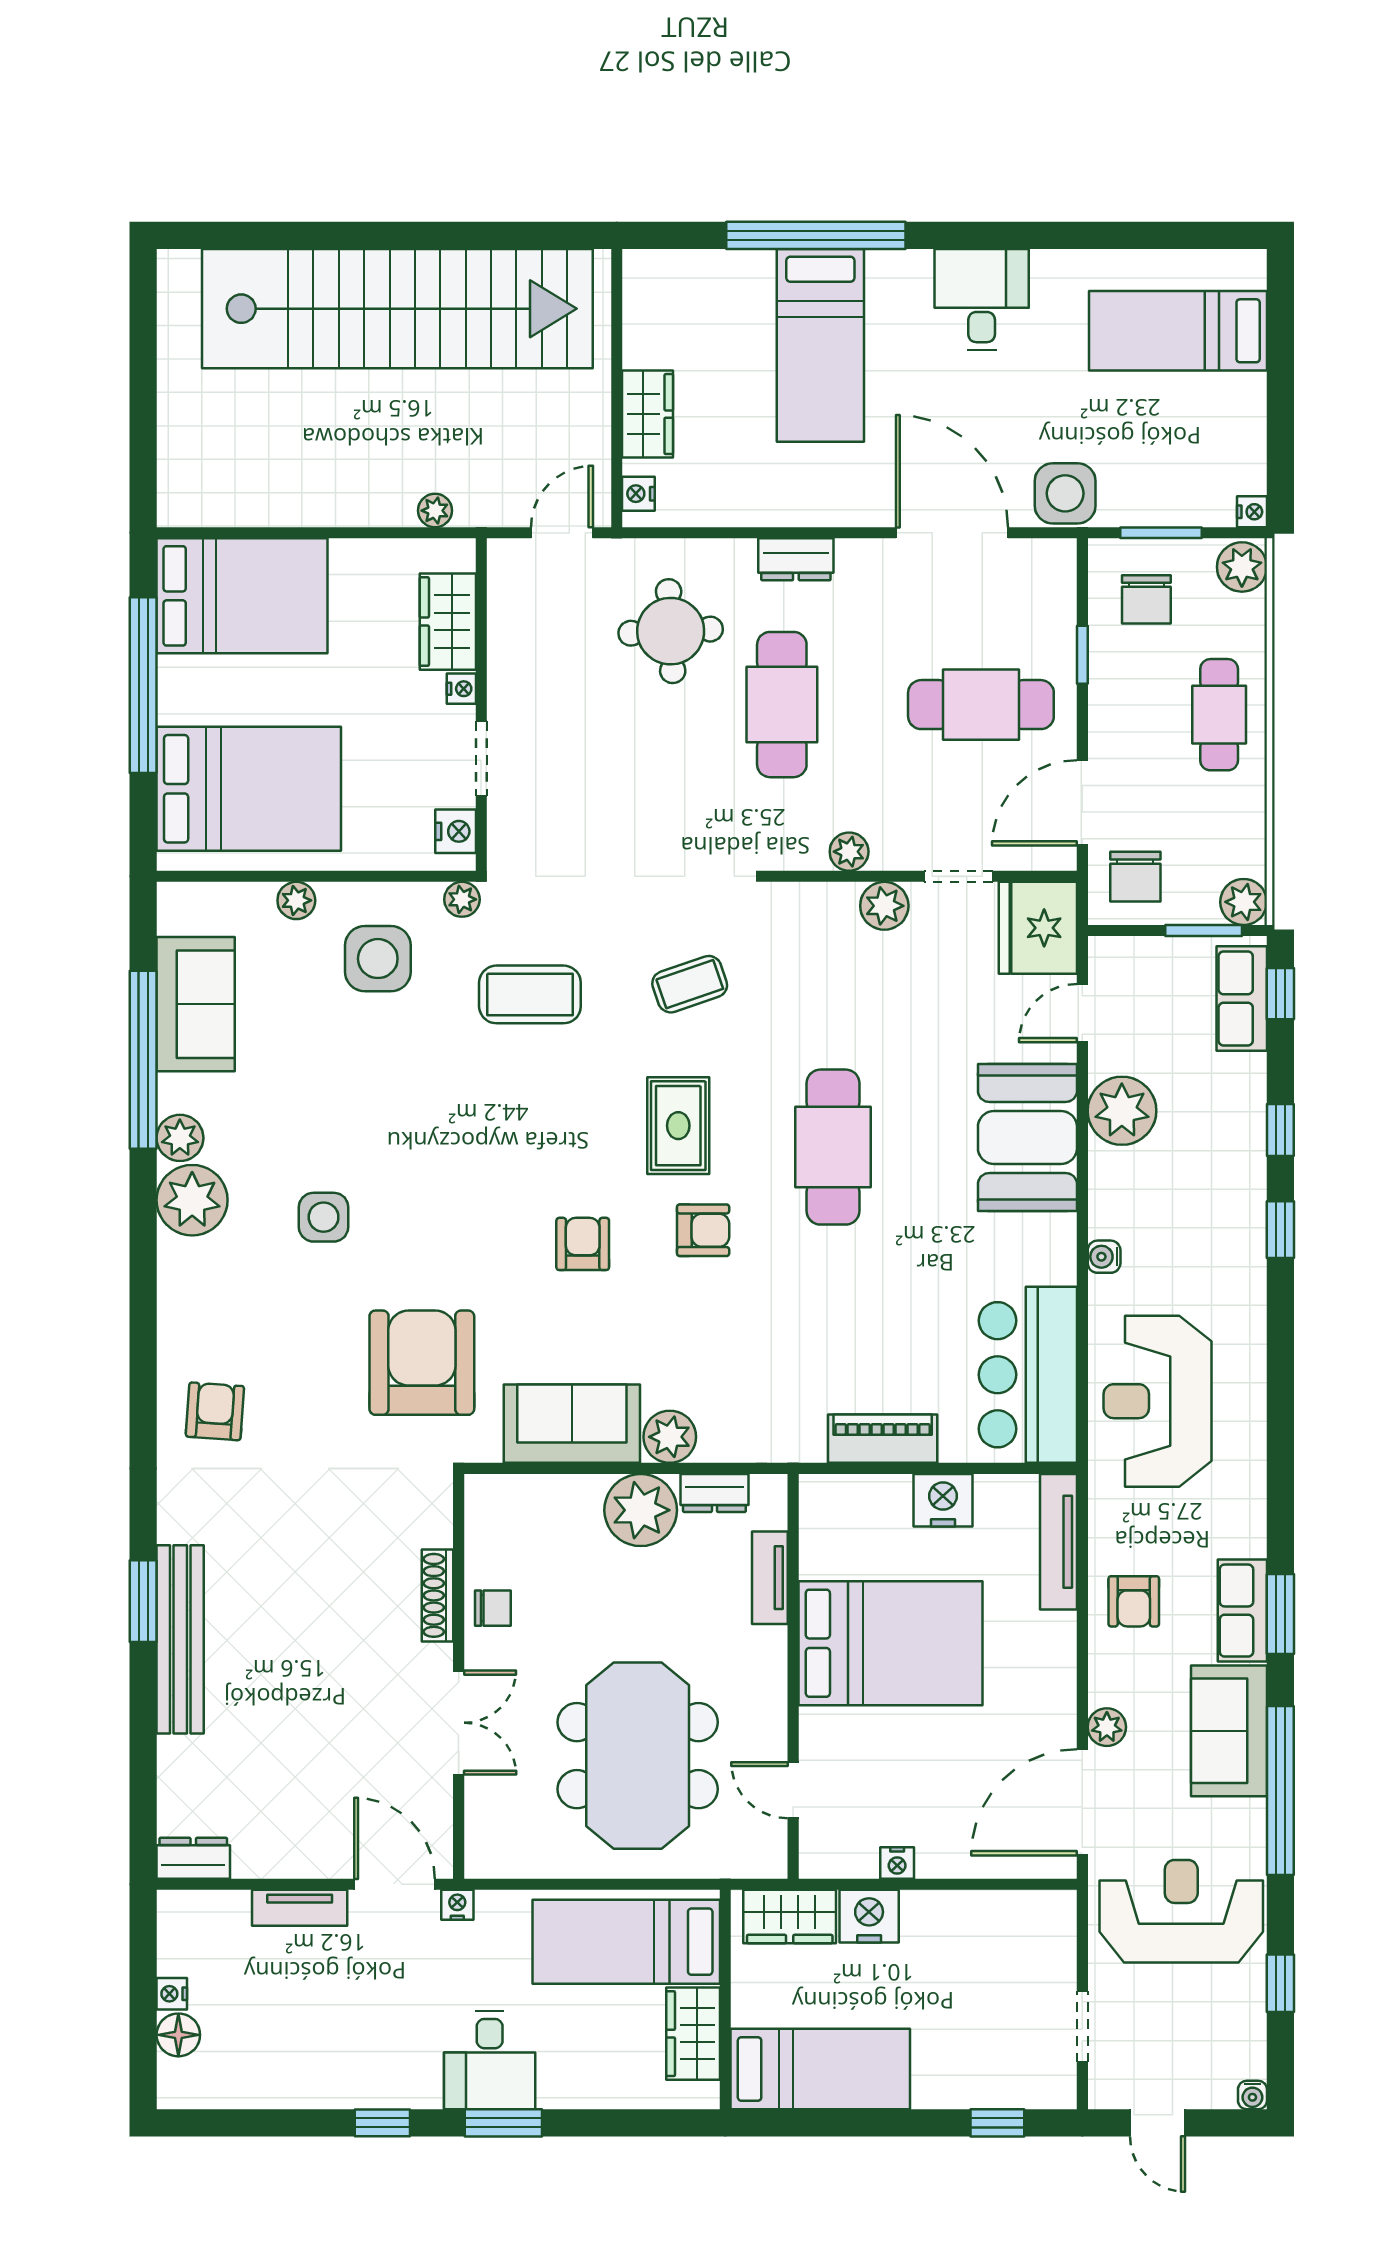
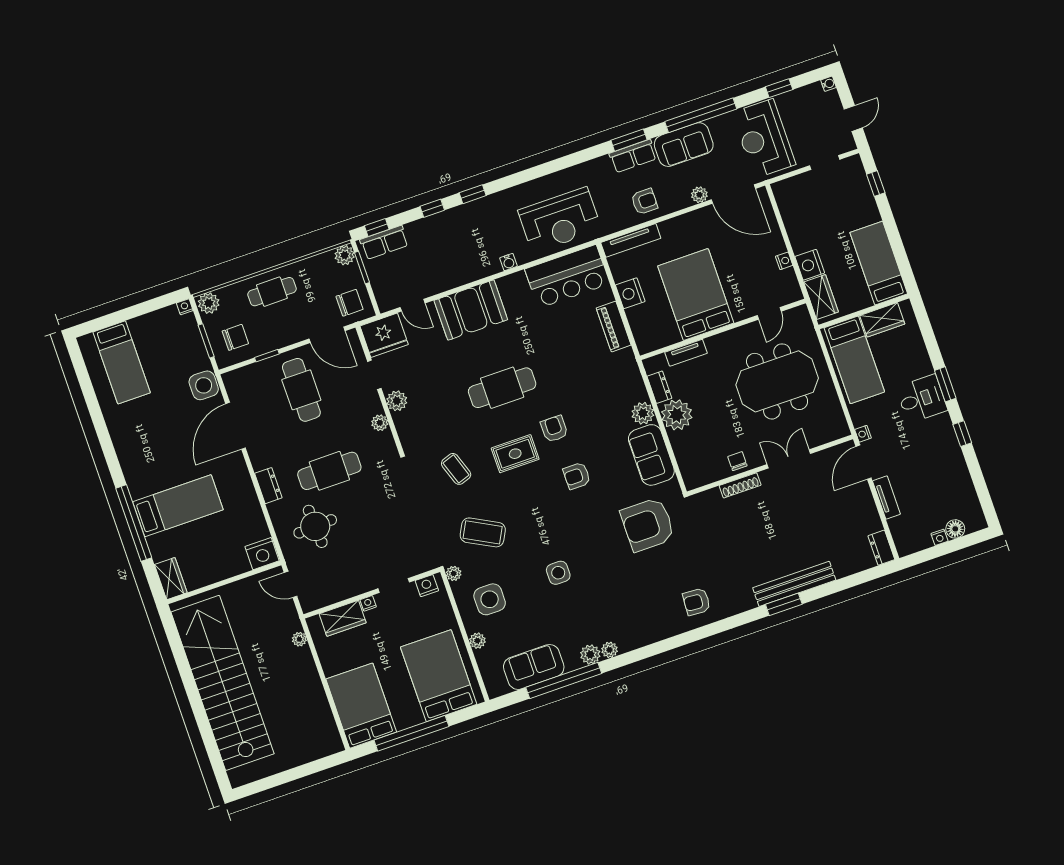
desk: (982, 300) -> (137, 447), removed
wardrobe: (648, 414) -> (171, 579), moved, turned 90
nightstand: (638, 494) -> (262, 554), width x1.89, depth x1.79
coffee table: (530, 994) -> (483, 532), turned -62
plant: (1122, 1111) -> (447, 275), removed
plant: (192, 1200) -> (610, 650), width x0.53, depth x0.53
side table: (324, 1217) -> (558, 573), moved

